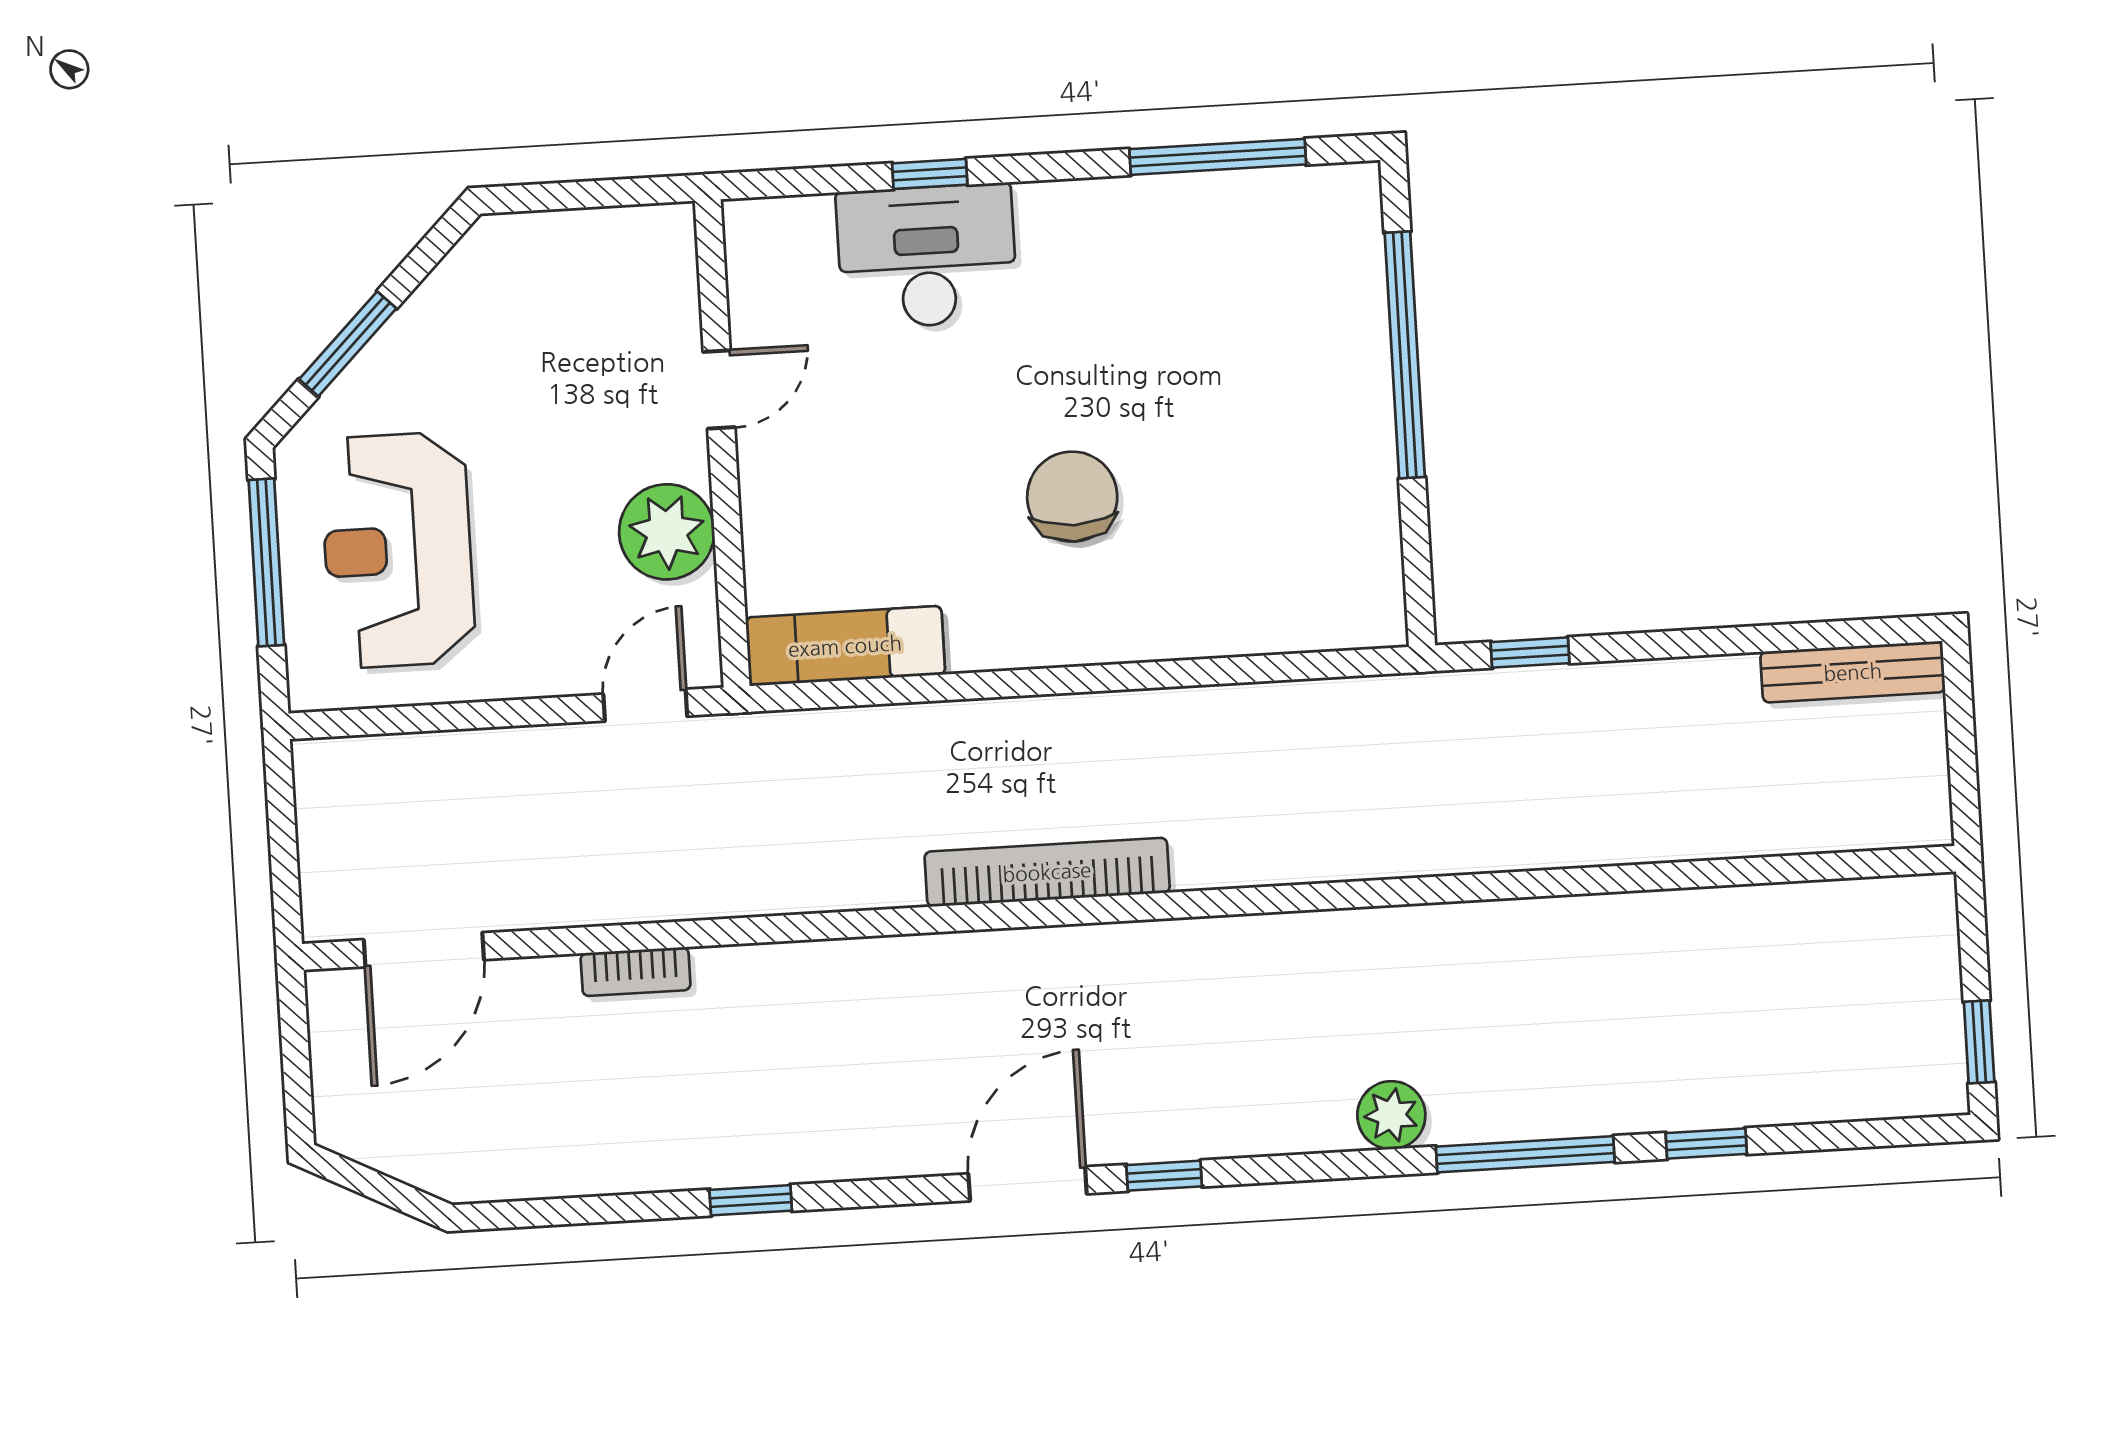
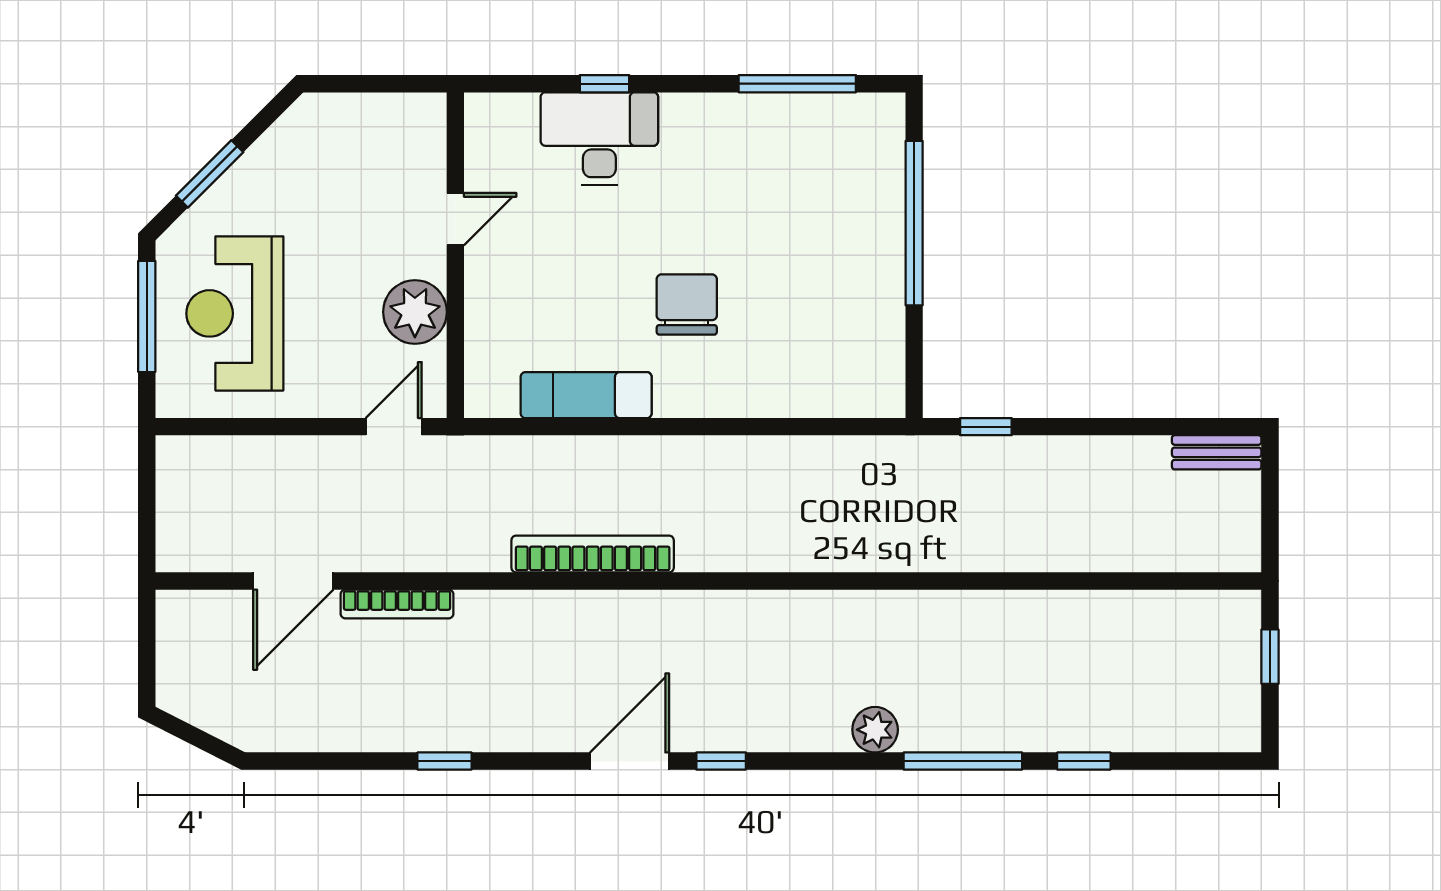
exam couch: (845, 646) -> (586, 395), moved
bench: (1853, 672) -> (1217, 452), width x0.73
bookcase: (1047, 872) -> (593, 554), moved
door: (424, 950) -> (293, 581), moved
bookcase: (636, 972) -> (397, 604), width x1.56
window: (1979, 1042) -> (1270, 657), moved

